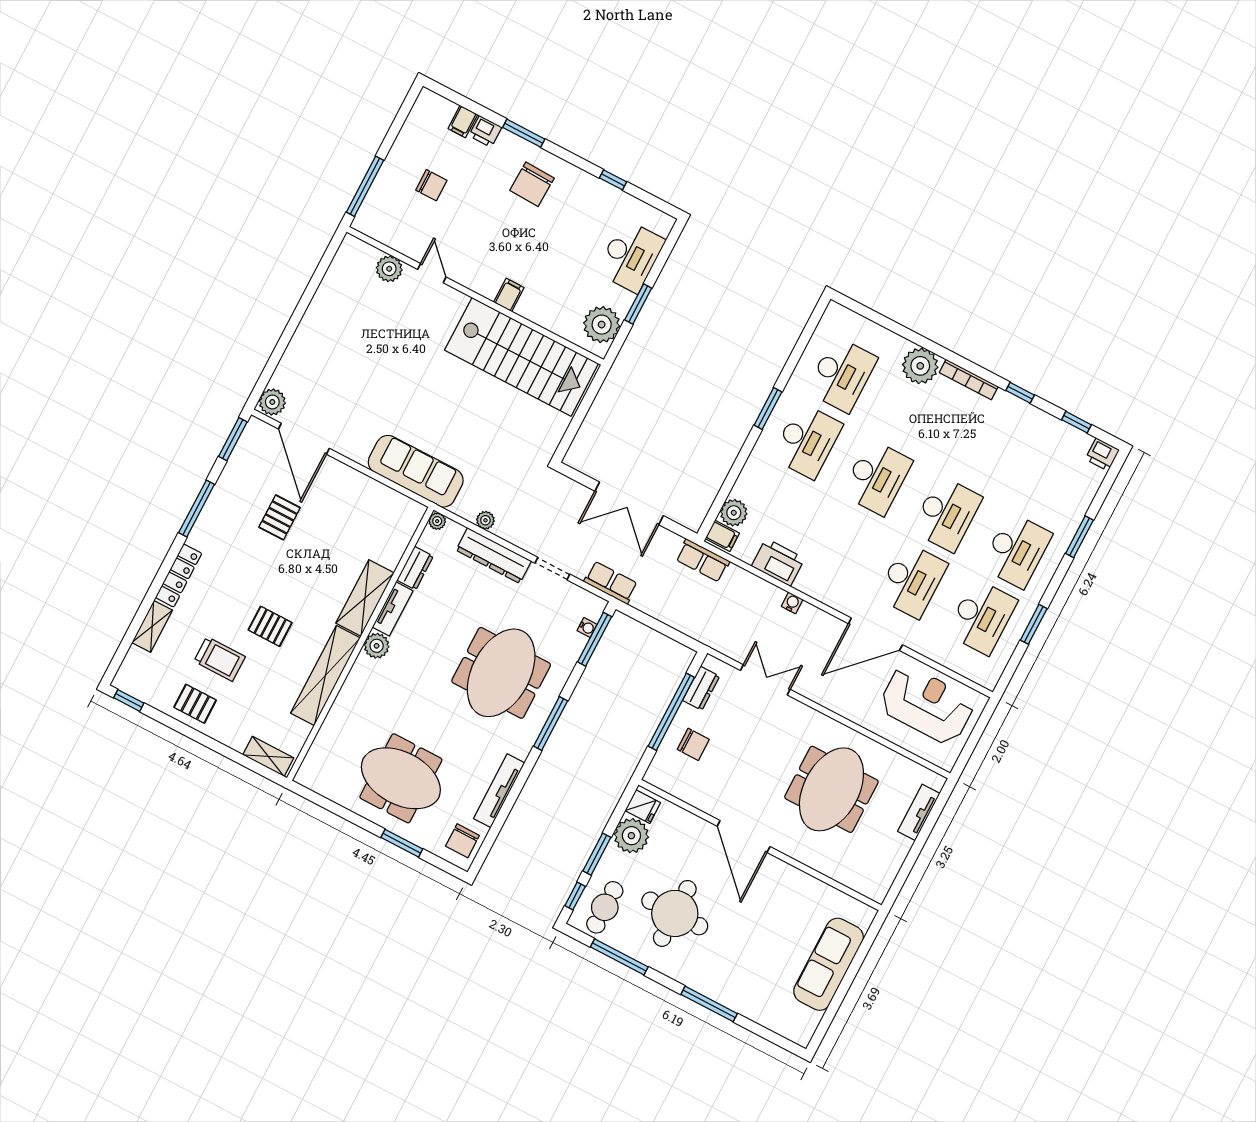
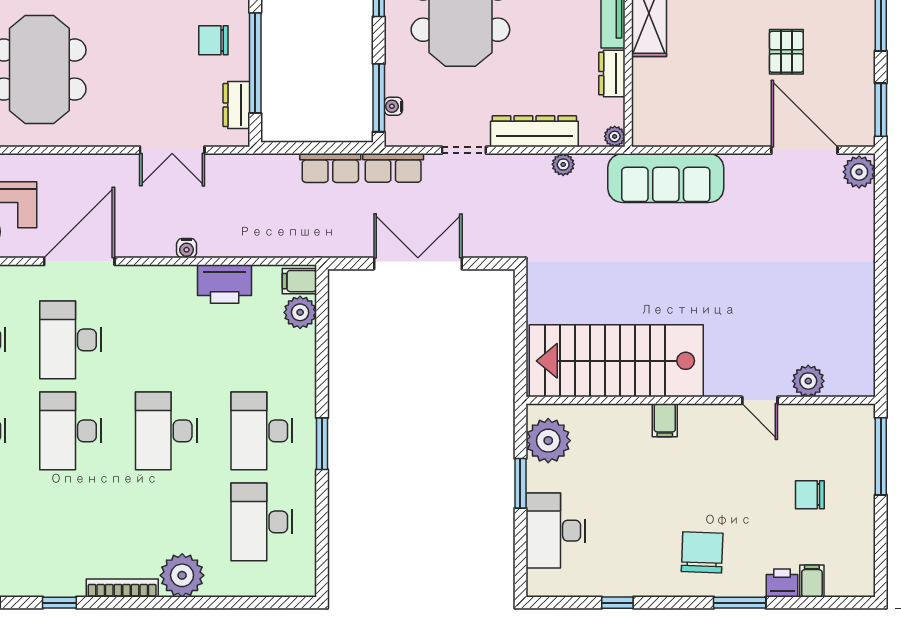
row of seats: (703, 560) -> (330, 168), moved, turned 180

